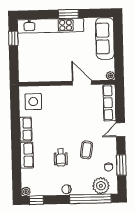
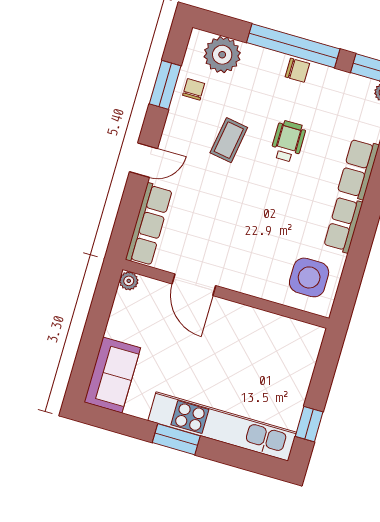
sofa: (105, 38) -> (112, 375), width x0.73
window: (90, 199) -> (293, 46), moved

